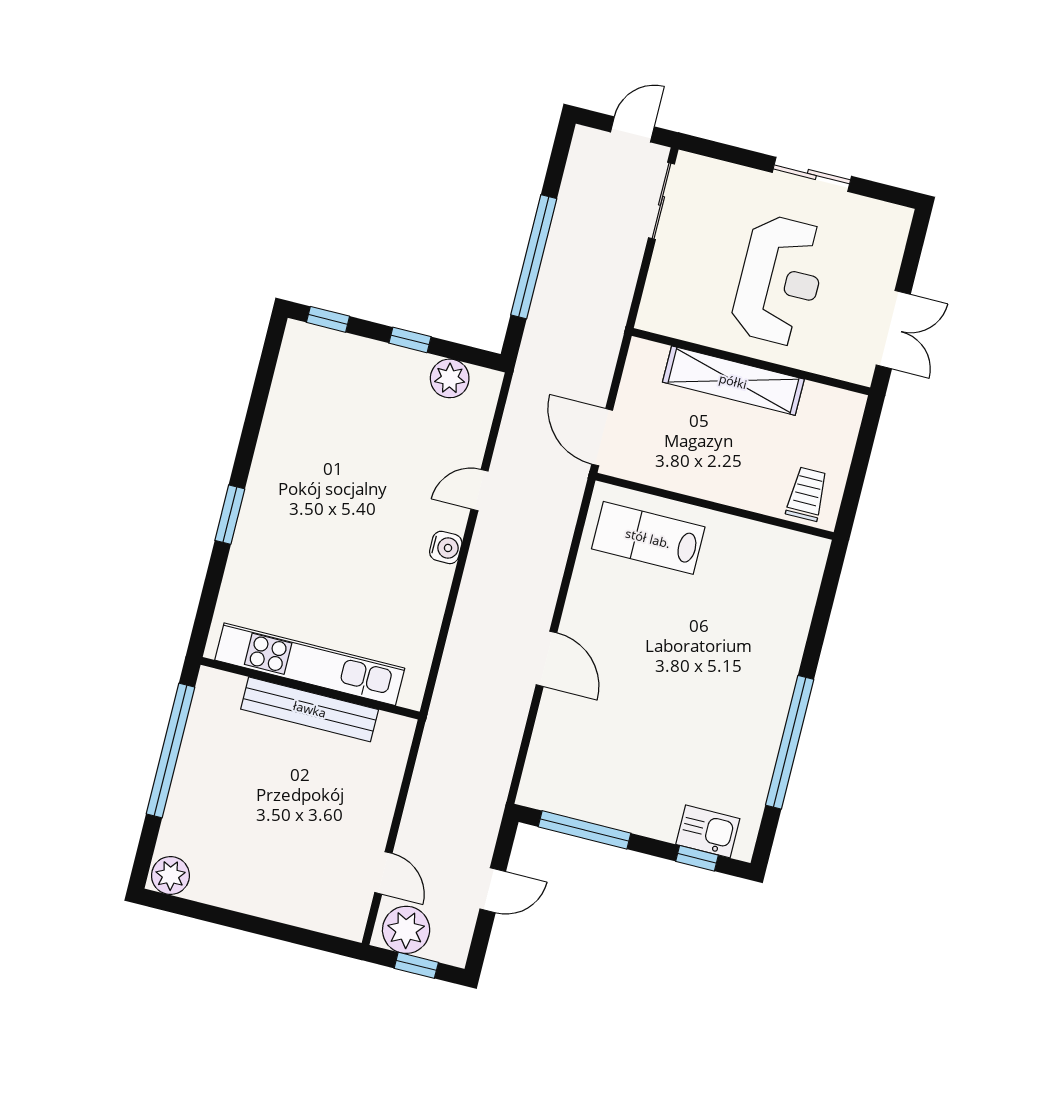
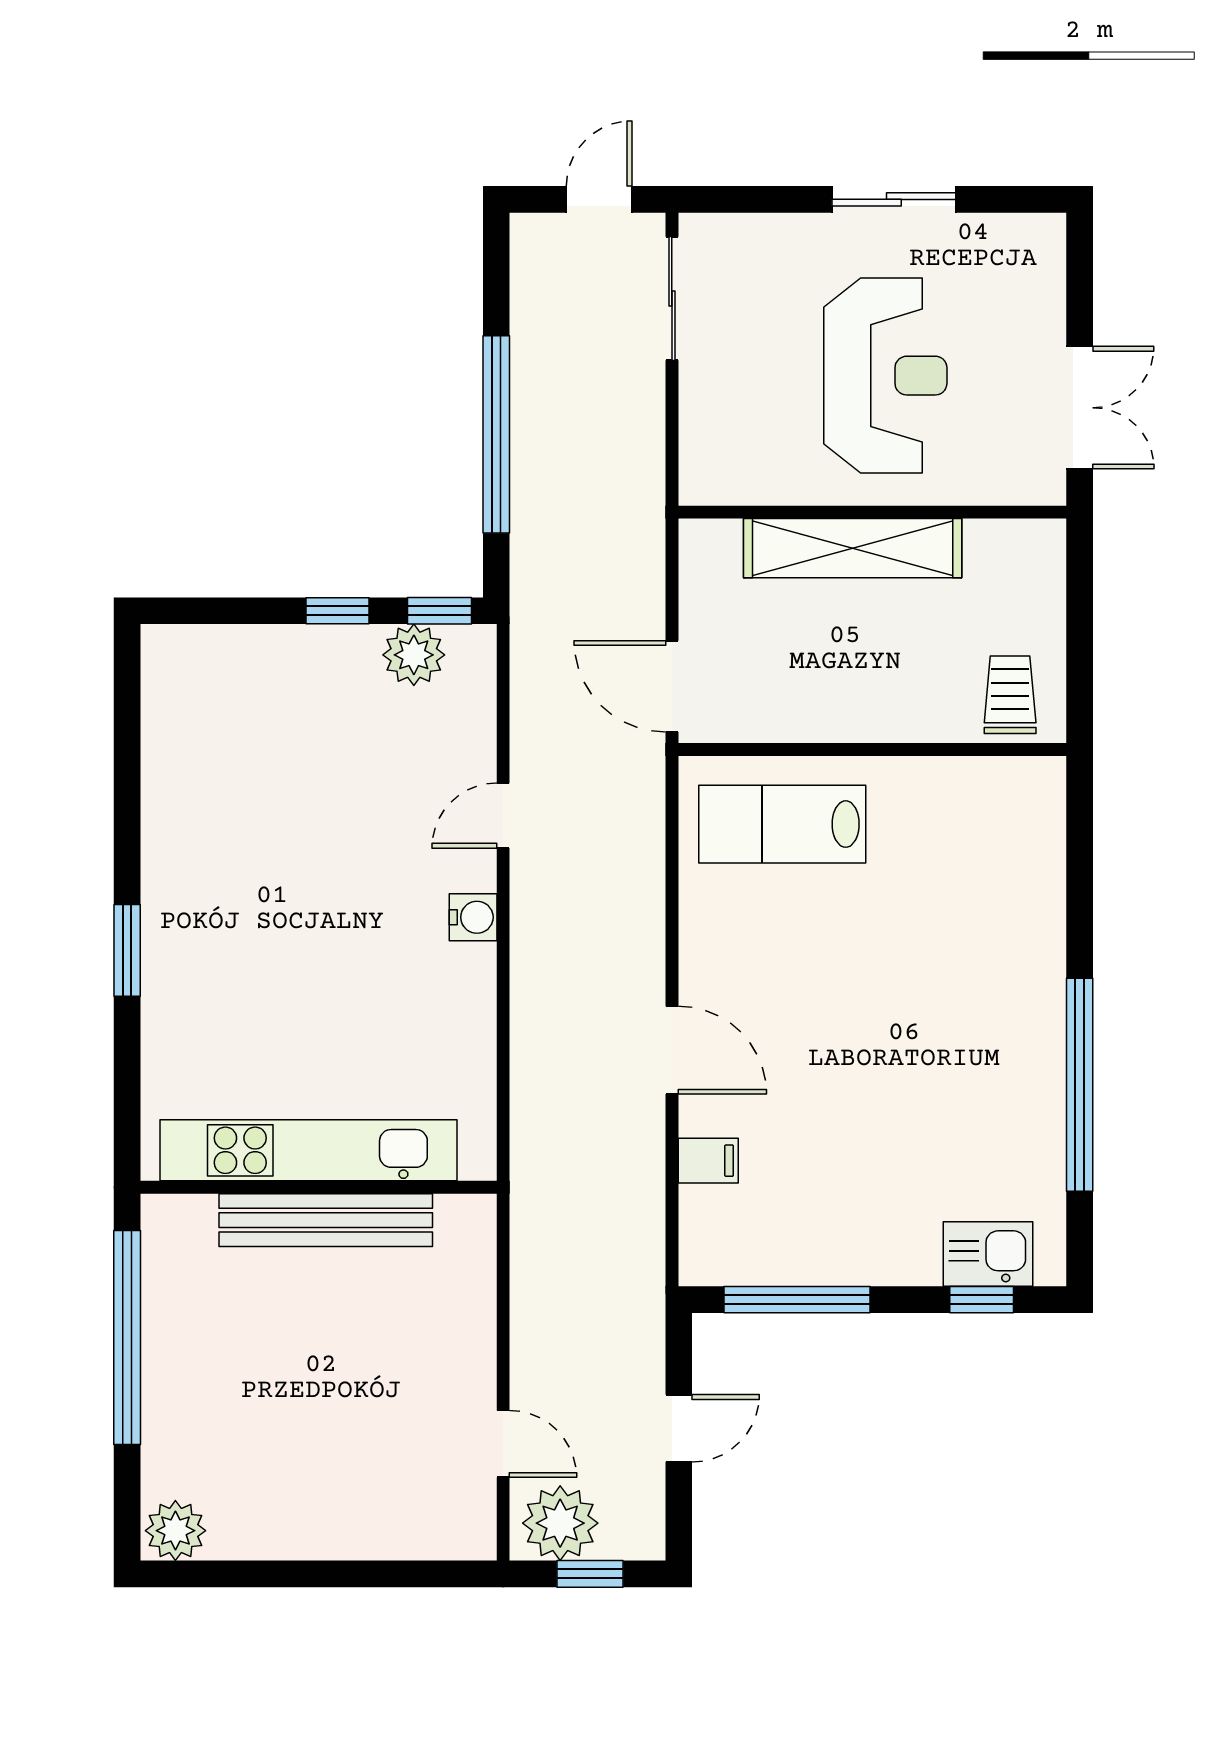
window: (328, 319) -> (440, 611), moved
filing cabinet: (552, 732) -> (708, 1161), added

